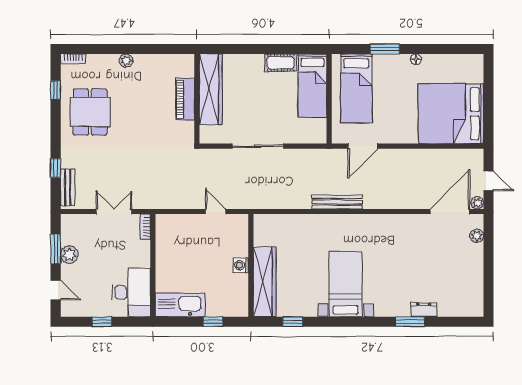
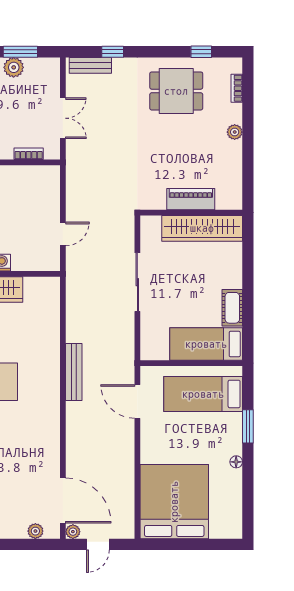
bookcase: (73, 59) -> (237, 88), moved
bookcase: (145, 227) -> (29, 154), moved

